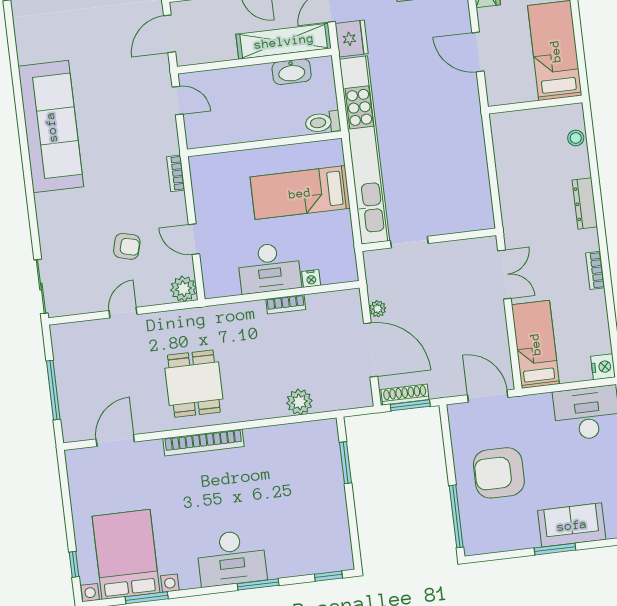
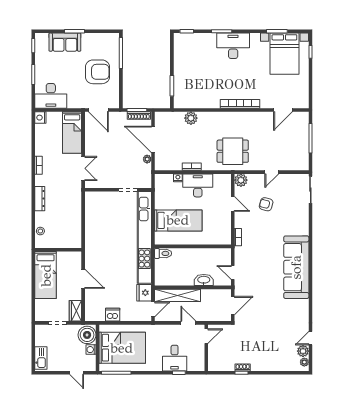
washbasin: (292, 72) -> (204, 280), moved
double door: (504, 274) -> (83, 168), swing flipped
dining table: (194, 384) -> (233, 151), moved, turned 90

